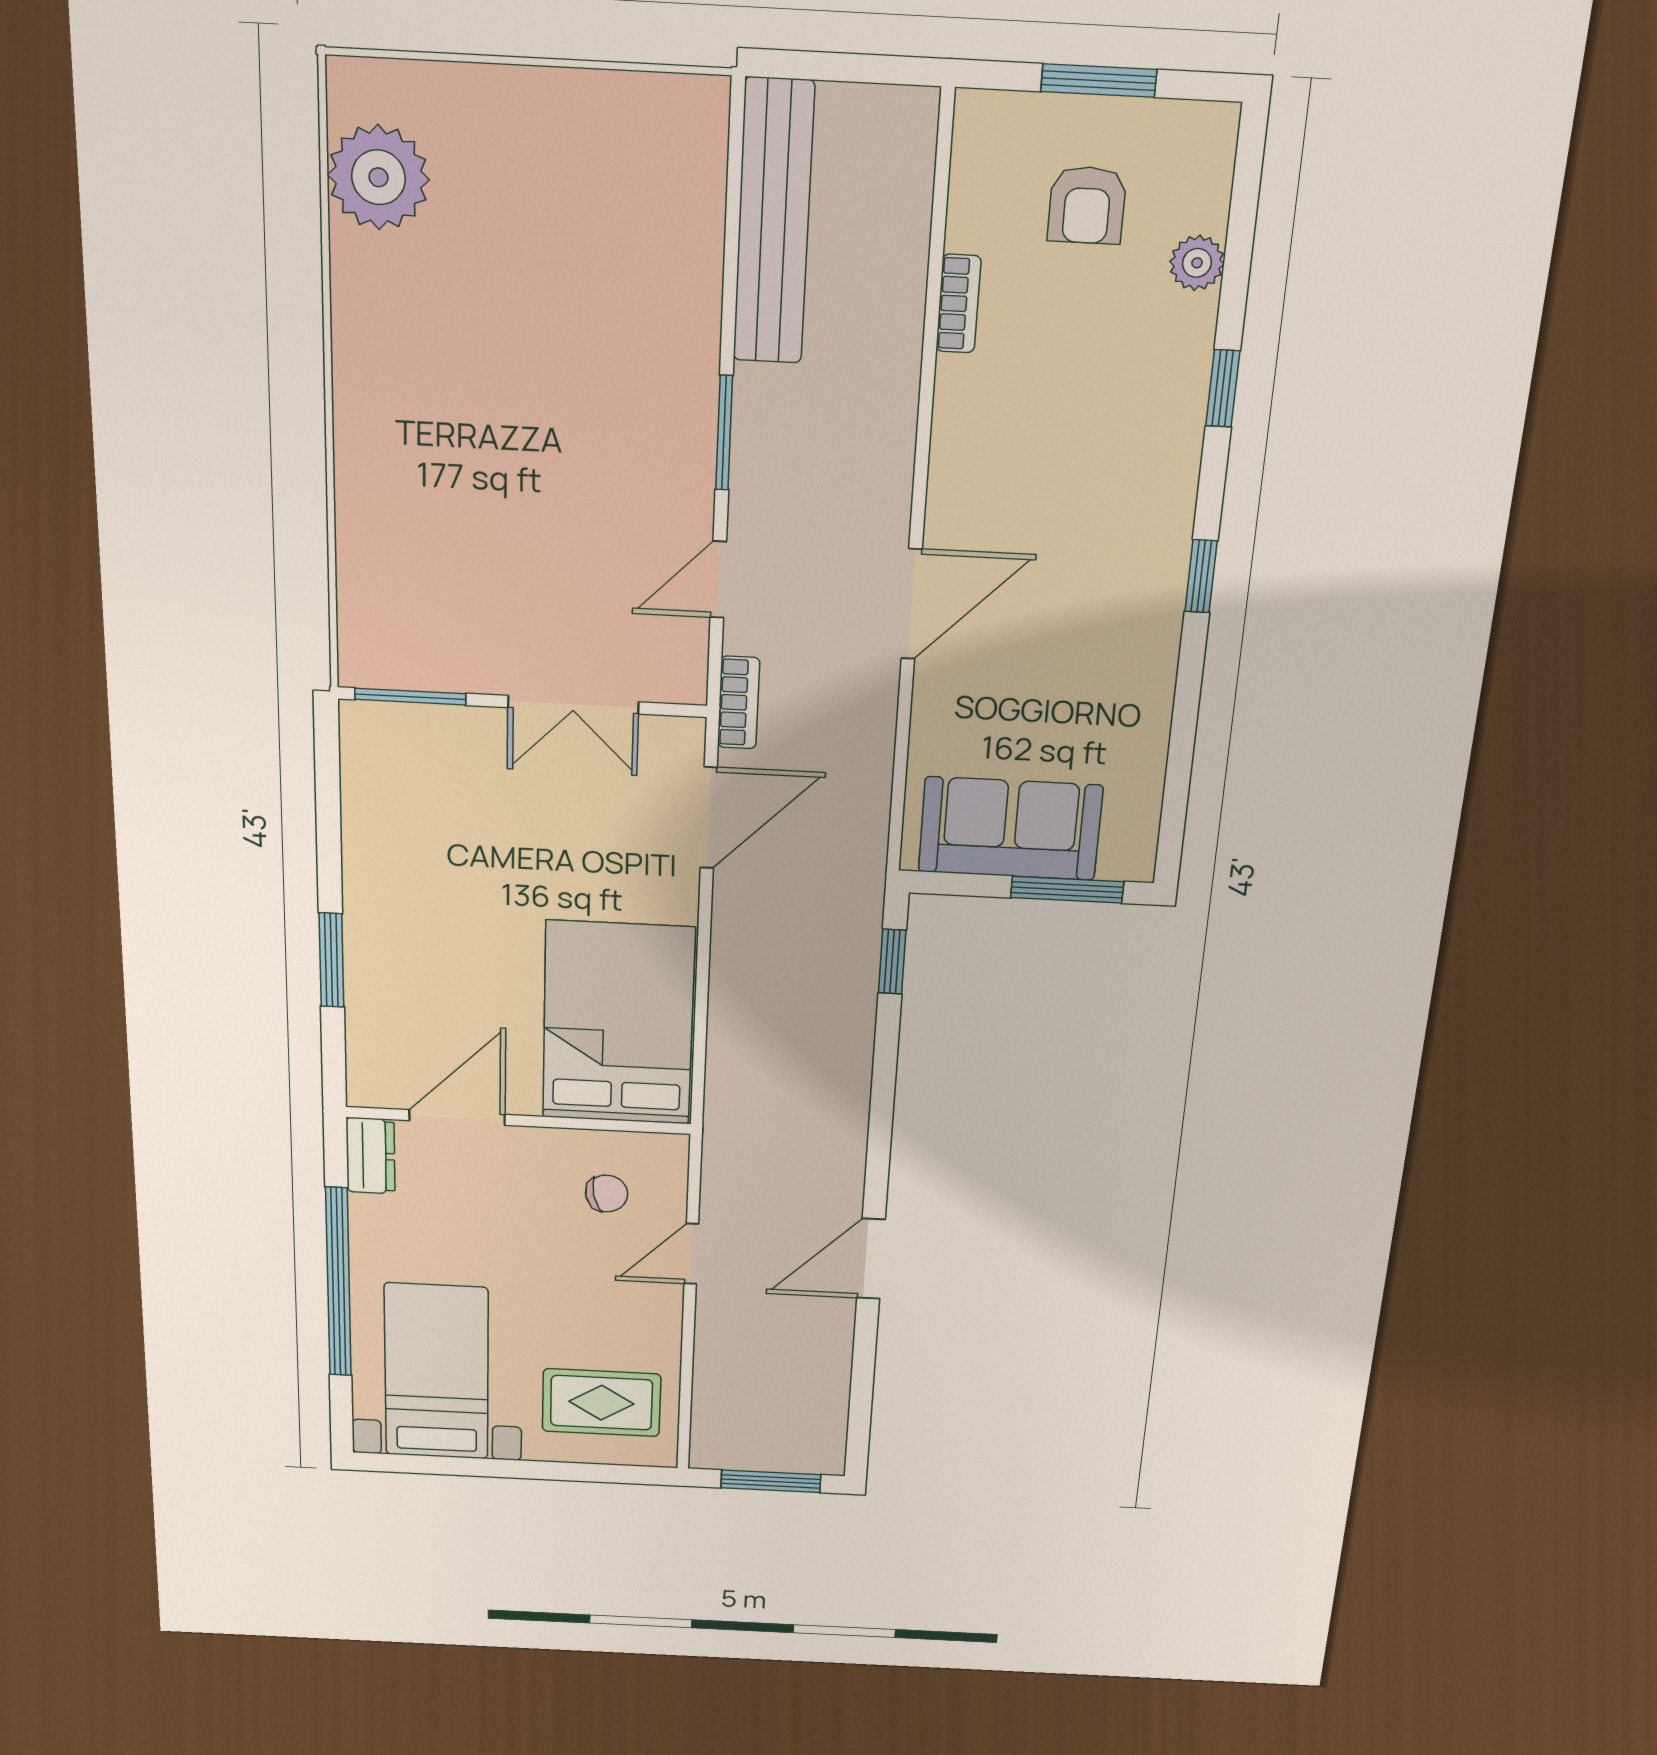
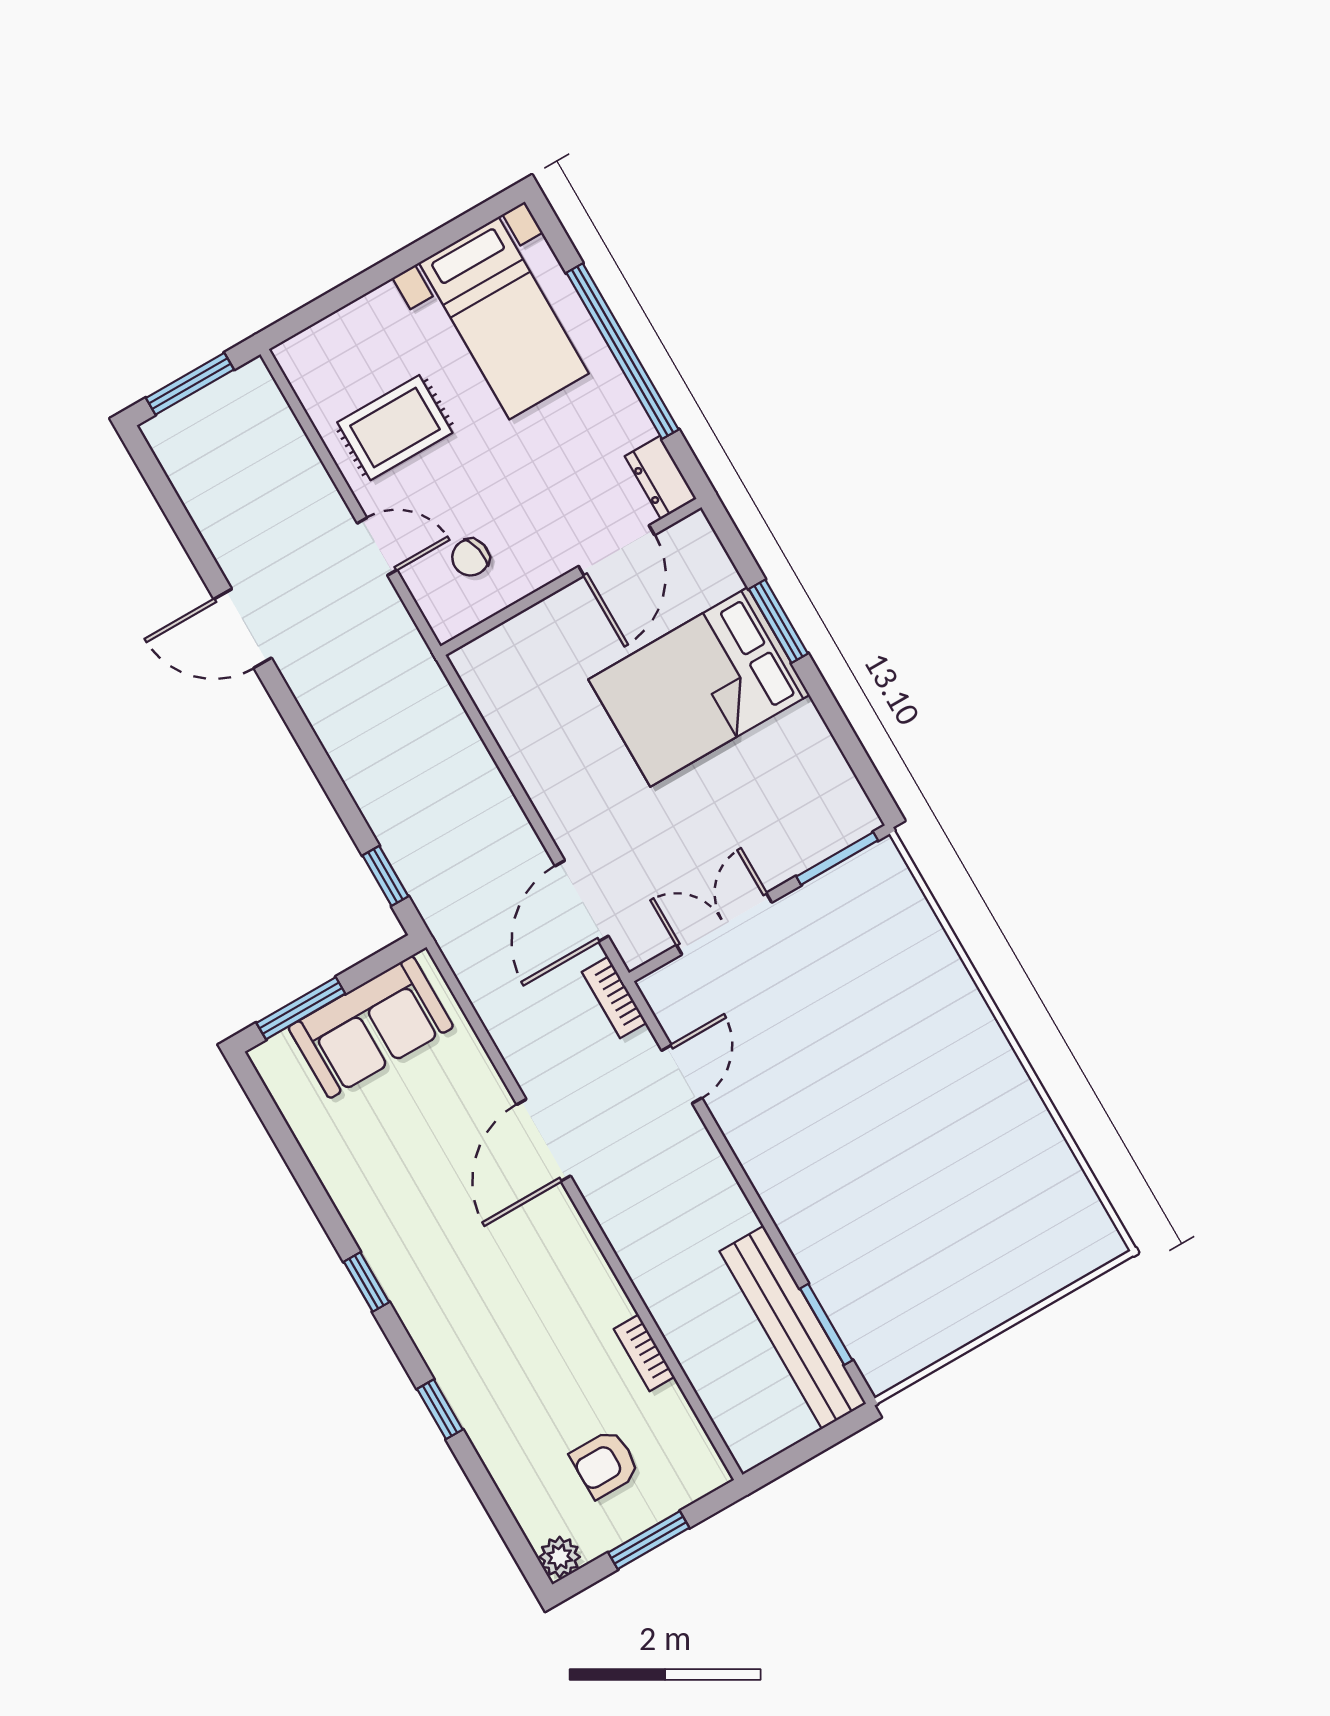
plant: (378, 177) -> (1056, 1196), removed
armchair: (1087, 205) -> (605, 1464), turned -90
plant: (1197, 263) -> (560, 1557), moved
window: (724, 433) -> (826, 1324), moved
bed: (618, 1023) -> (699, 687), moved, turned 90
door: (691, 1254) -> (377, 547), hinge flipped
door: (871, 1259) -> (243, 629), swing flipped
rug: (601, 1403) -> (395, 428), moved

